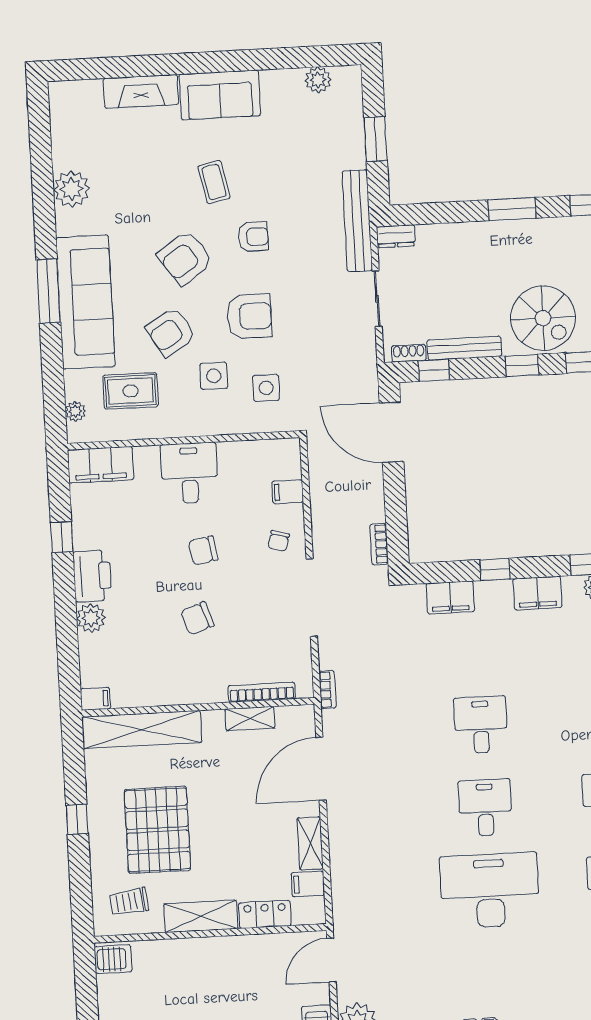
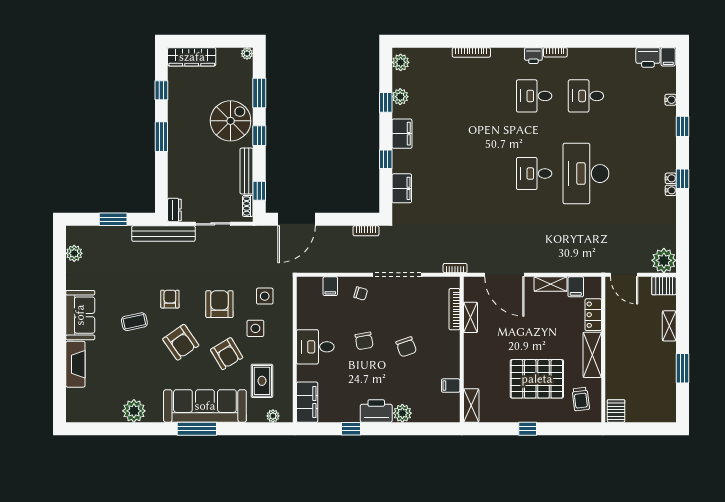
filing cabinet: (95, 699) -> (451, 386), moved, turned -90
desk: (481, 725) -> (482, 174), removed
shelving: (142, 730) -> (471, 405), width x0.45, depth x0.75

